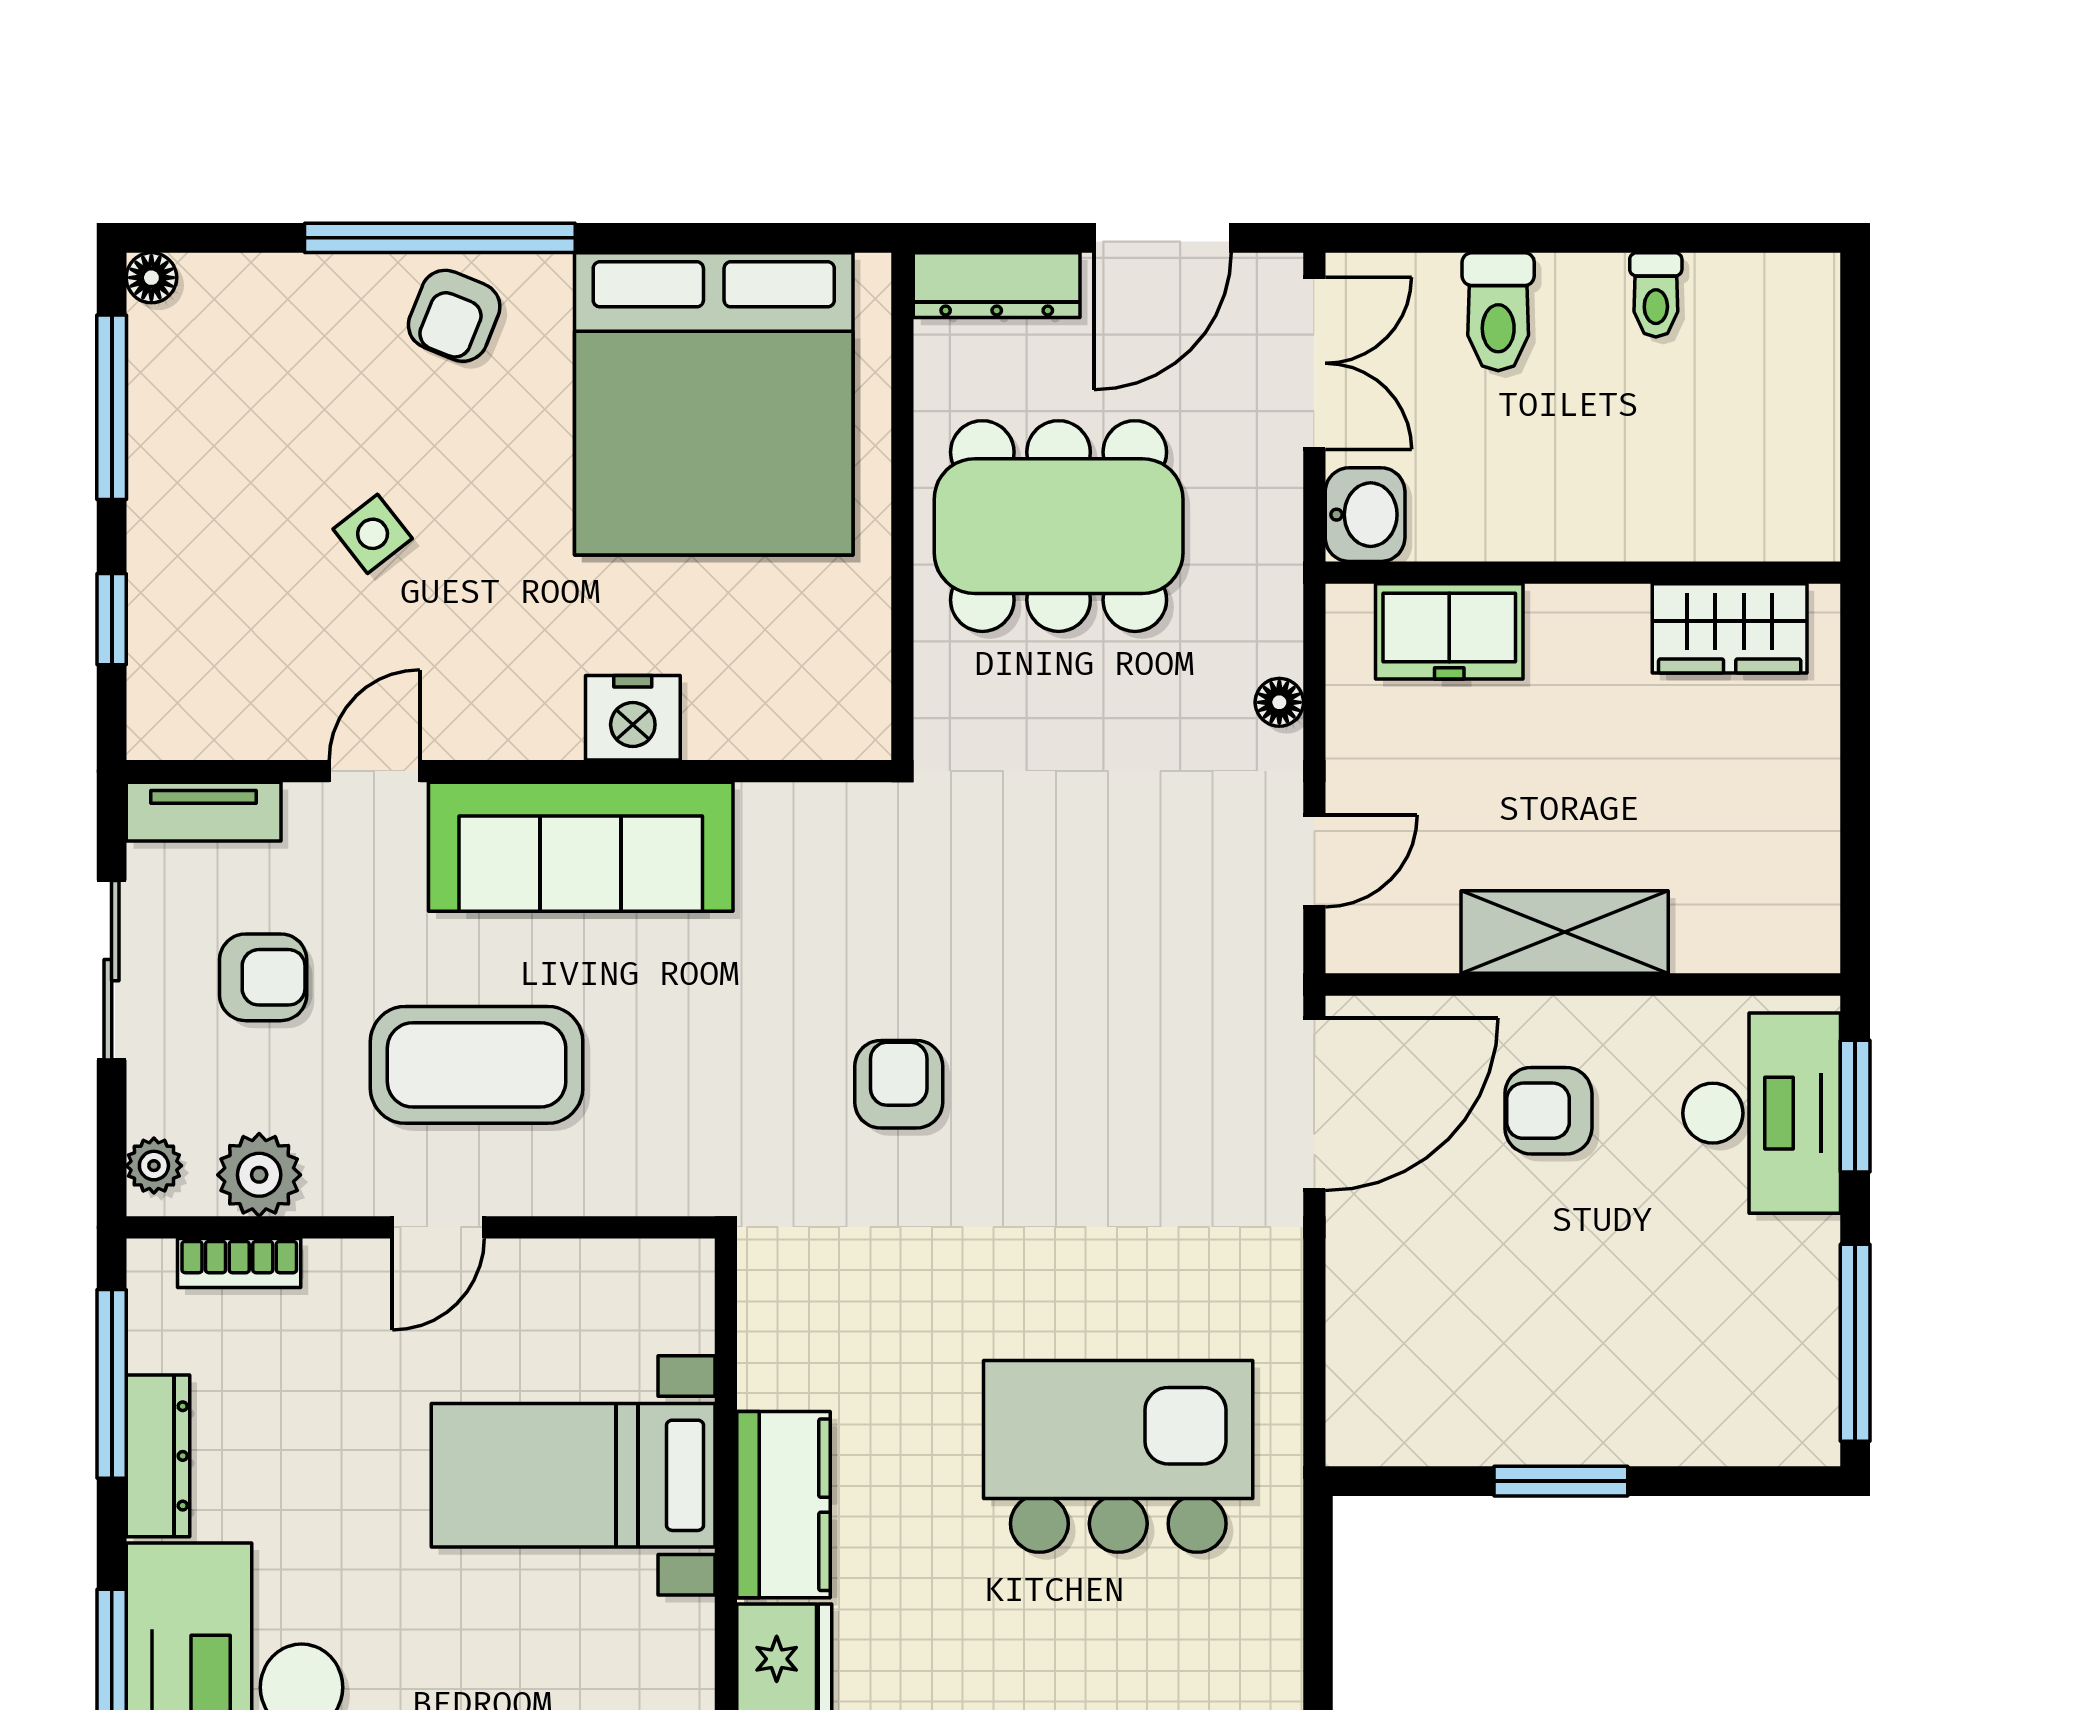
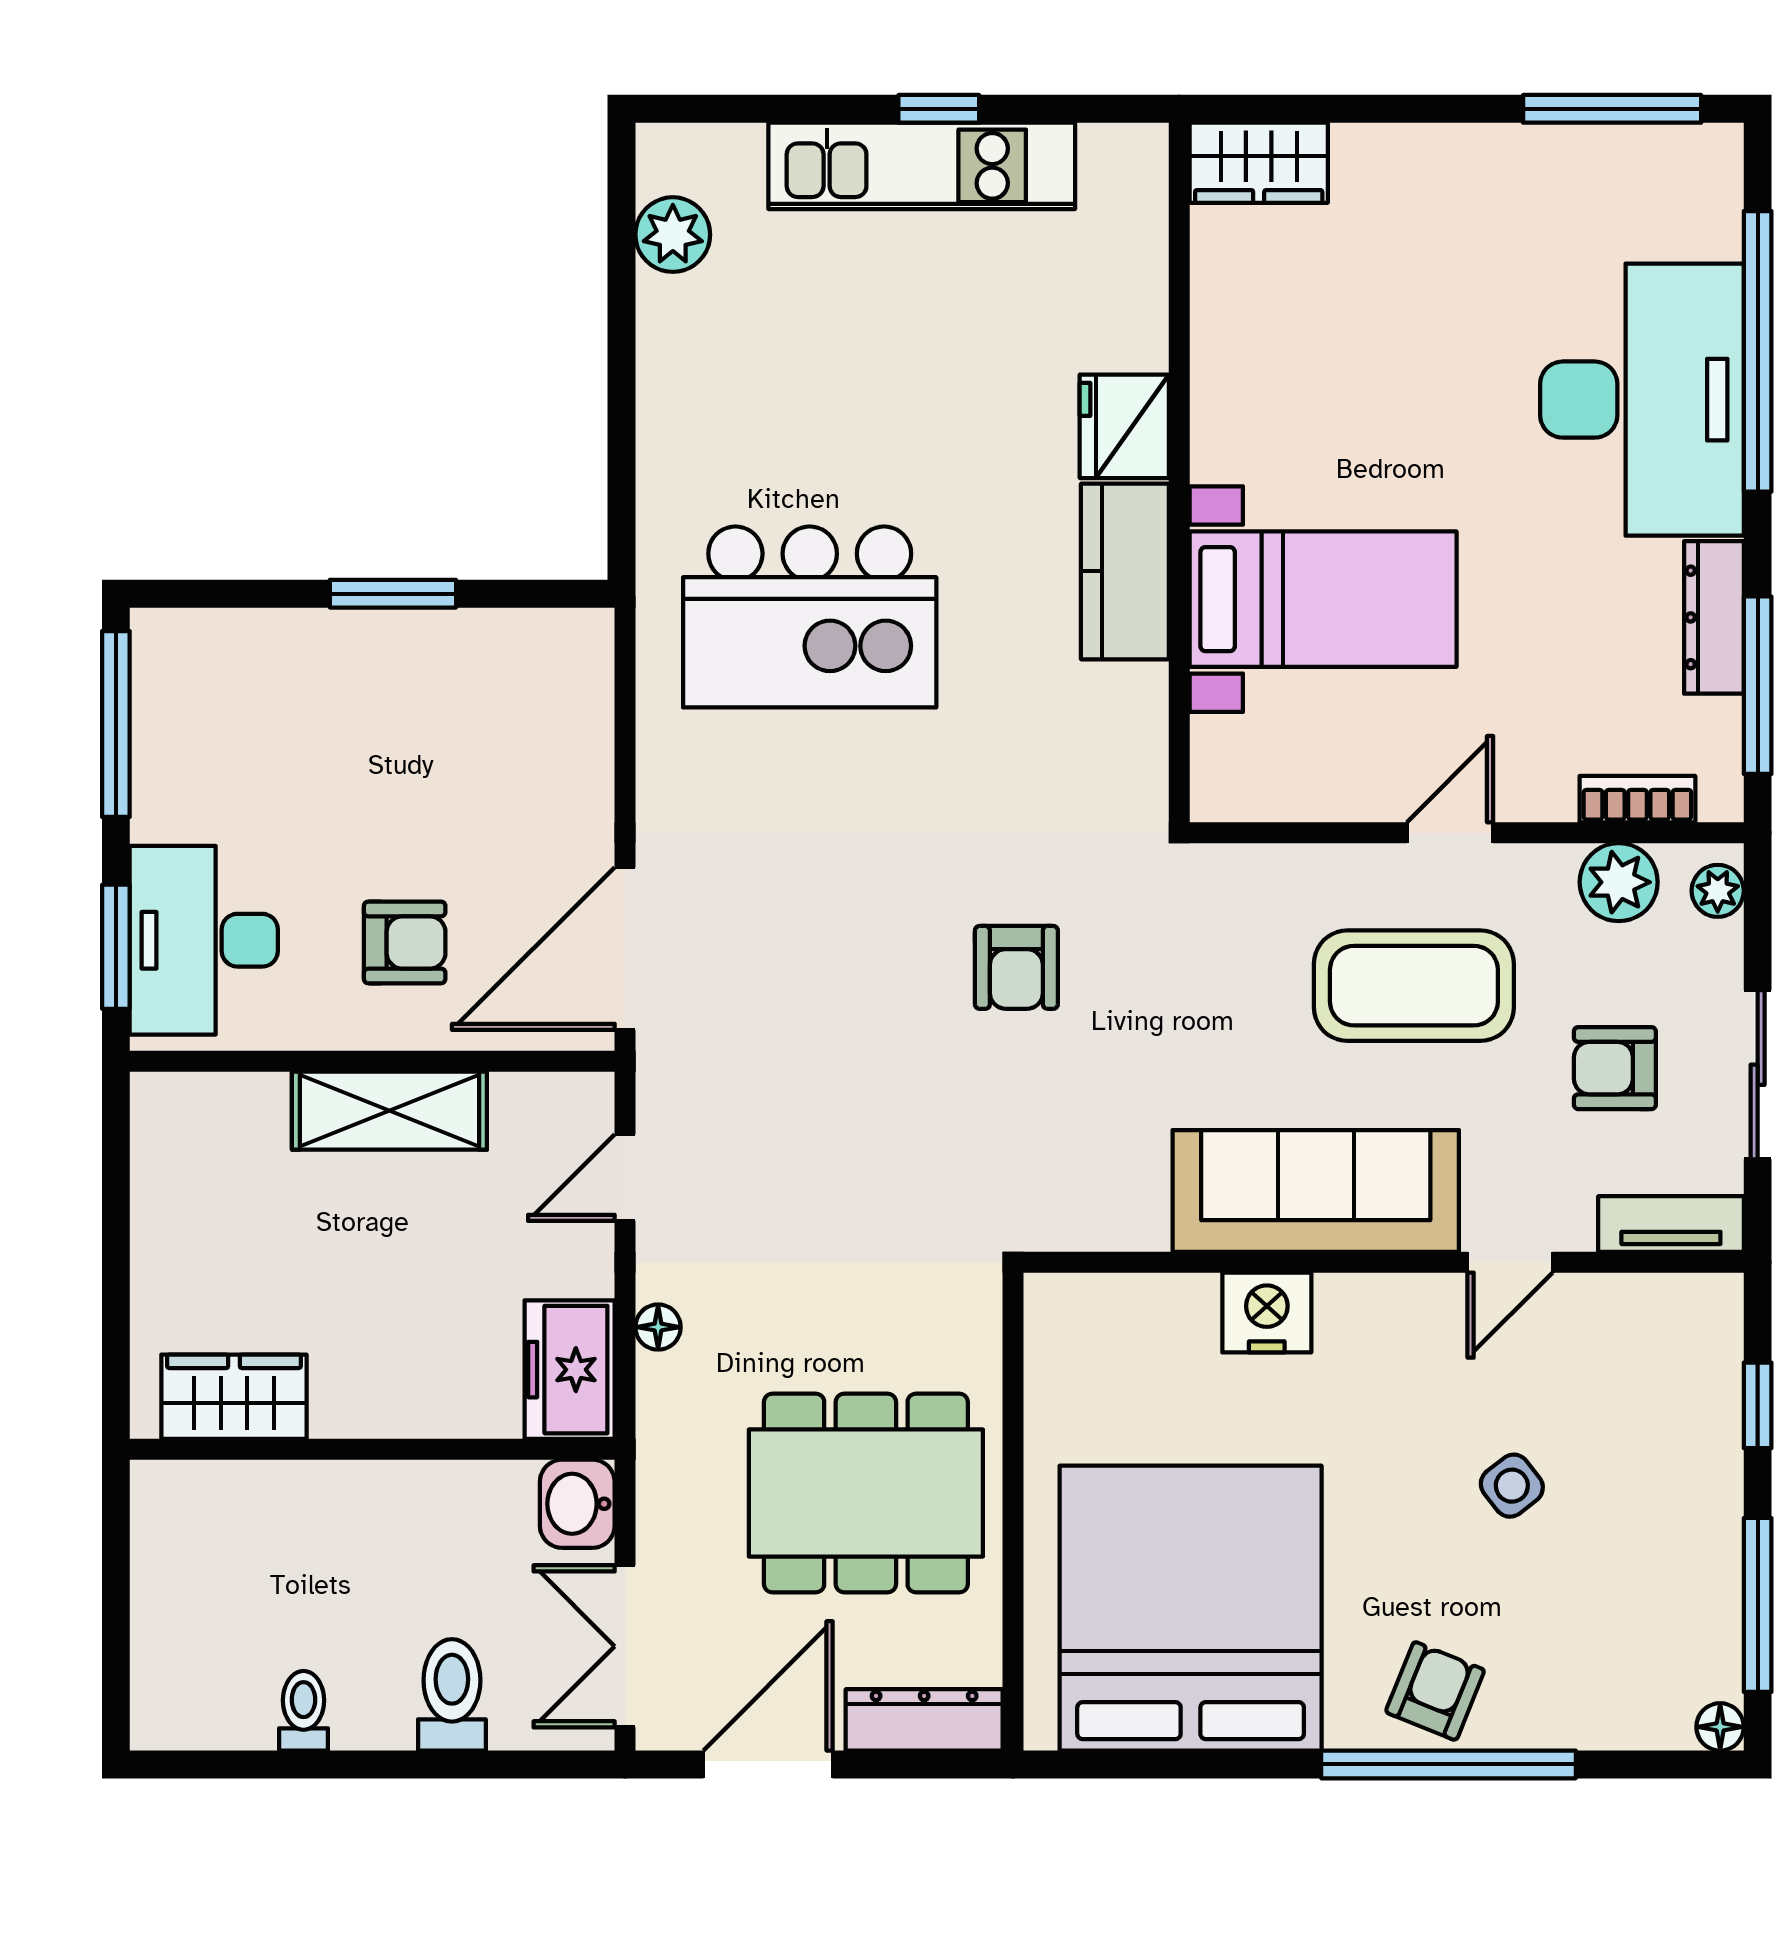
freezer: (1449, 631) -> (570, 1370), moved, turned -90

